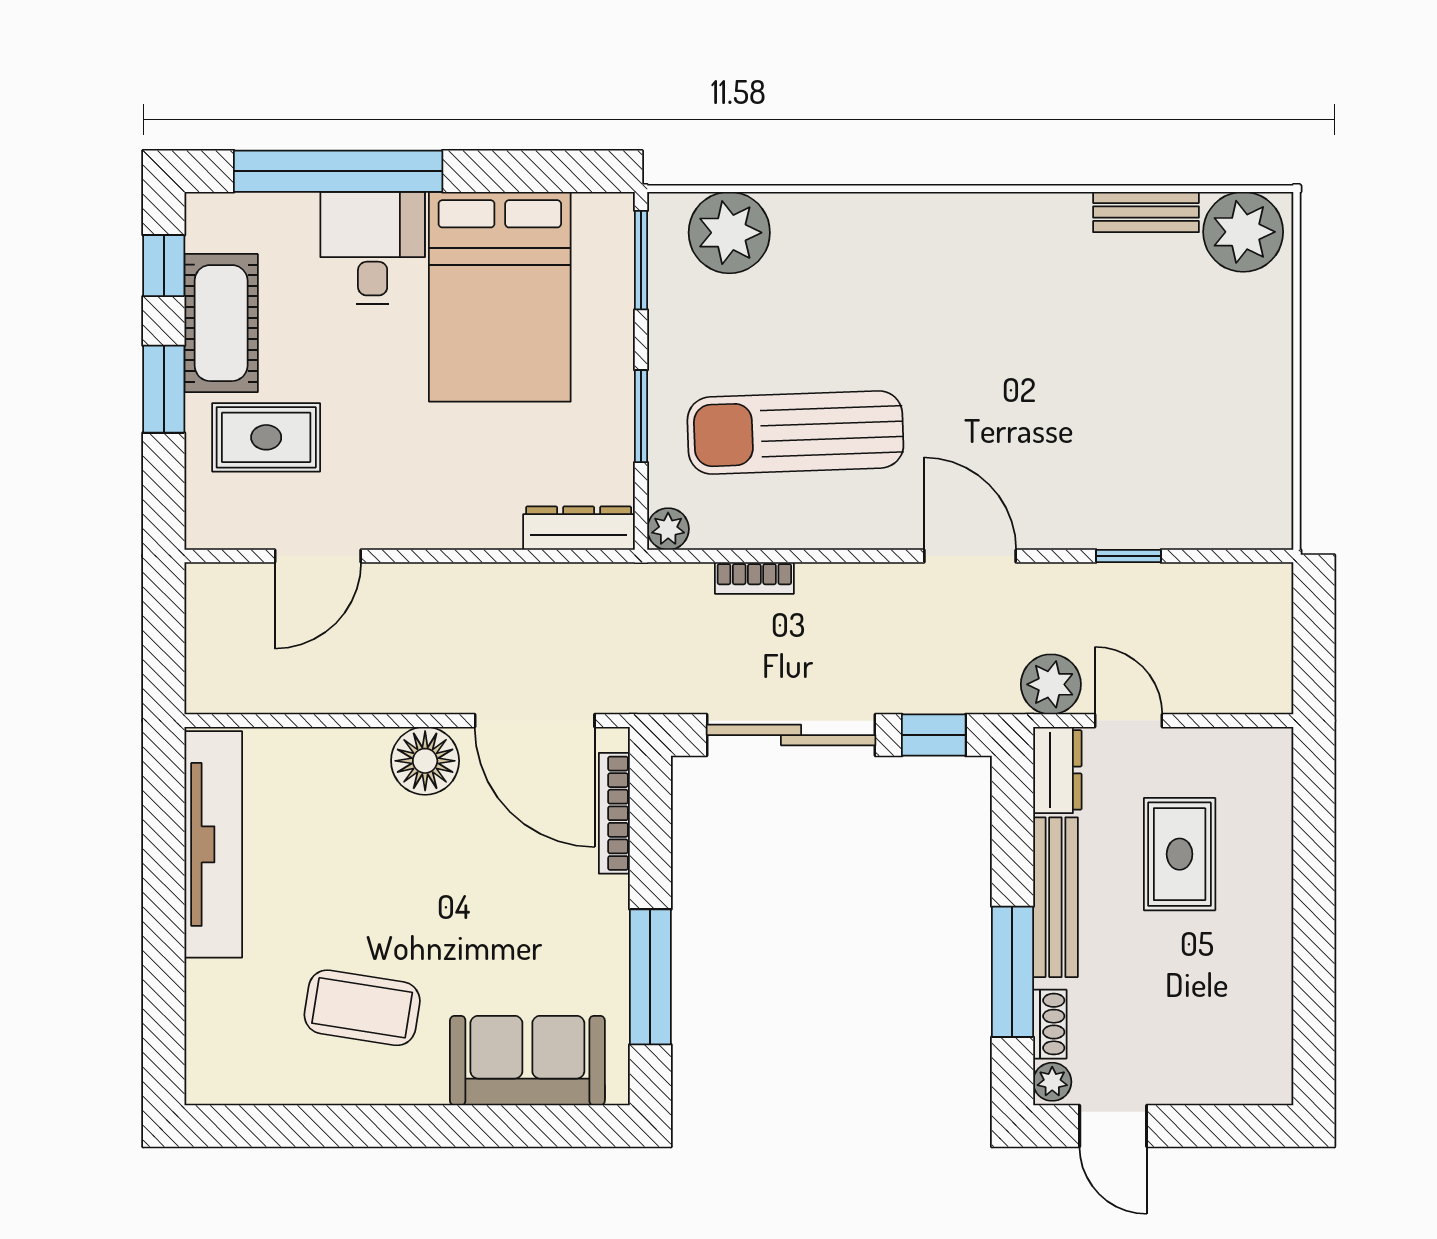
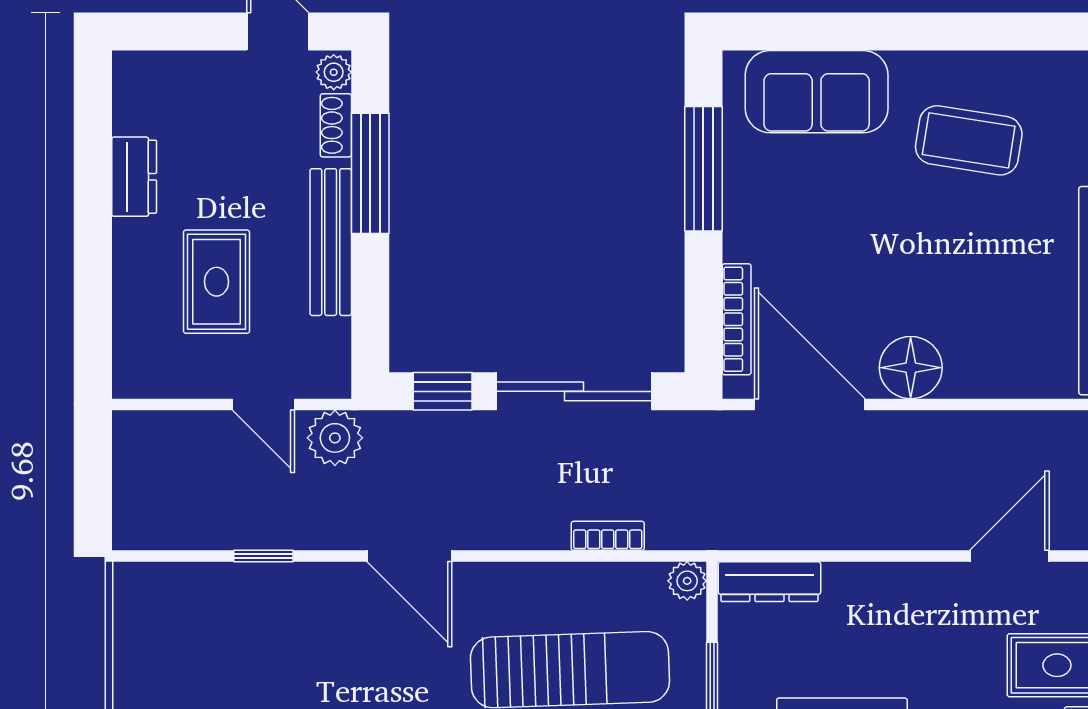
dresser: (1057, 770) -> (134, 177), moved, turned 180

